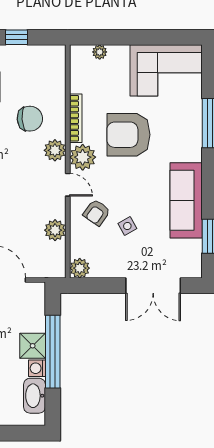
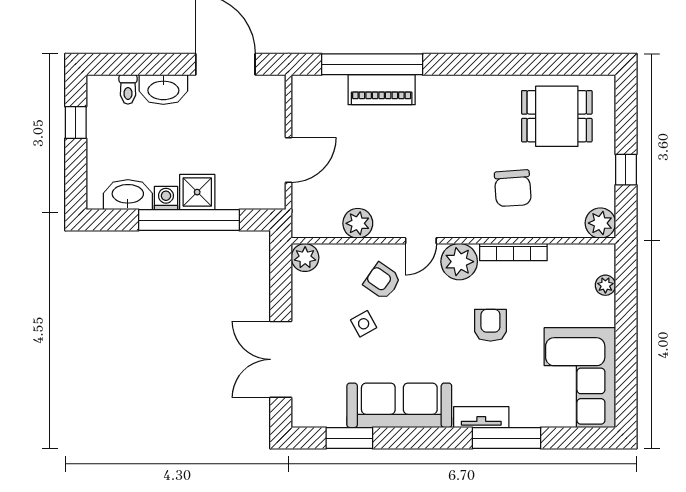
armchair: (128, 135) -> (490, 325), width x0.53, depth x0.53
tv unit: (195, 141) -> (481, 417), added
plant: (55, 150) -> (600, 223), moved

